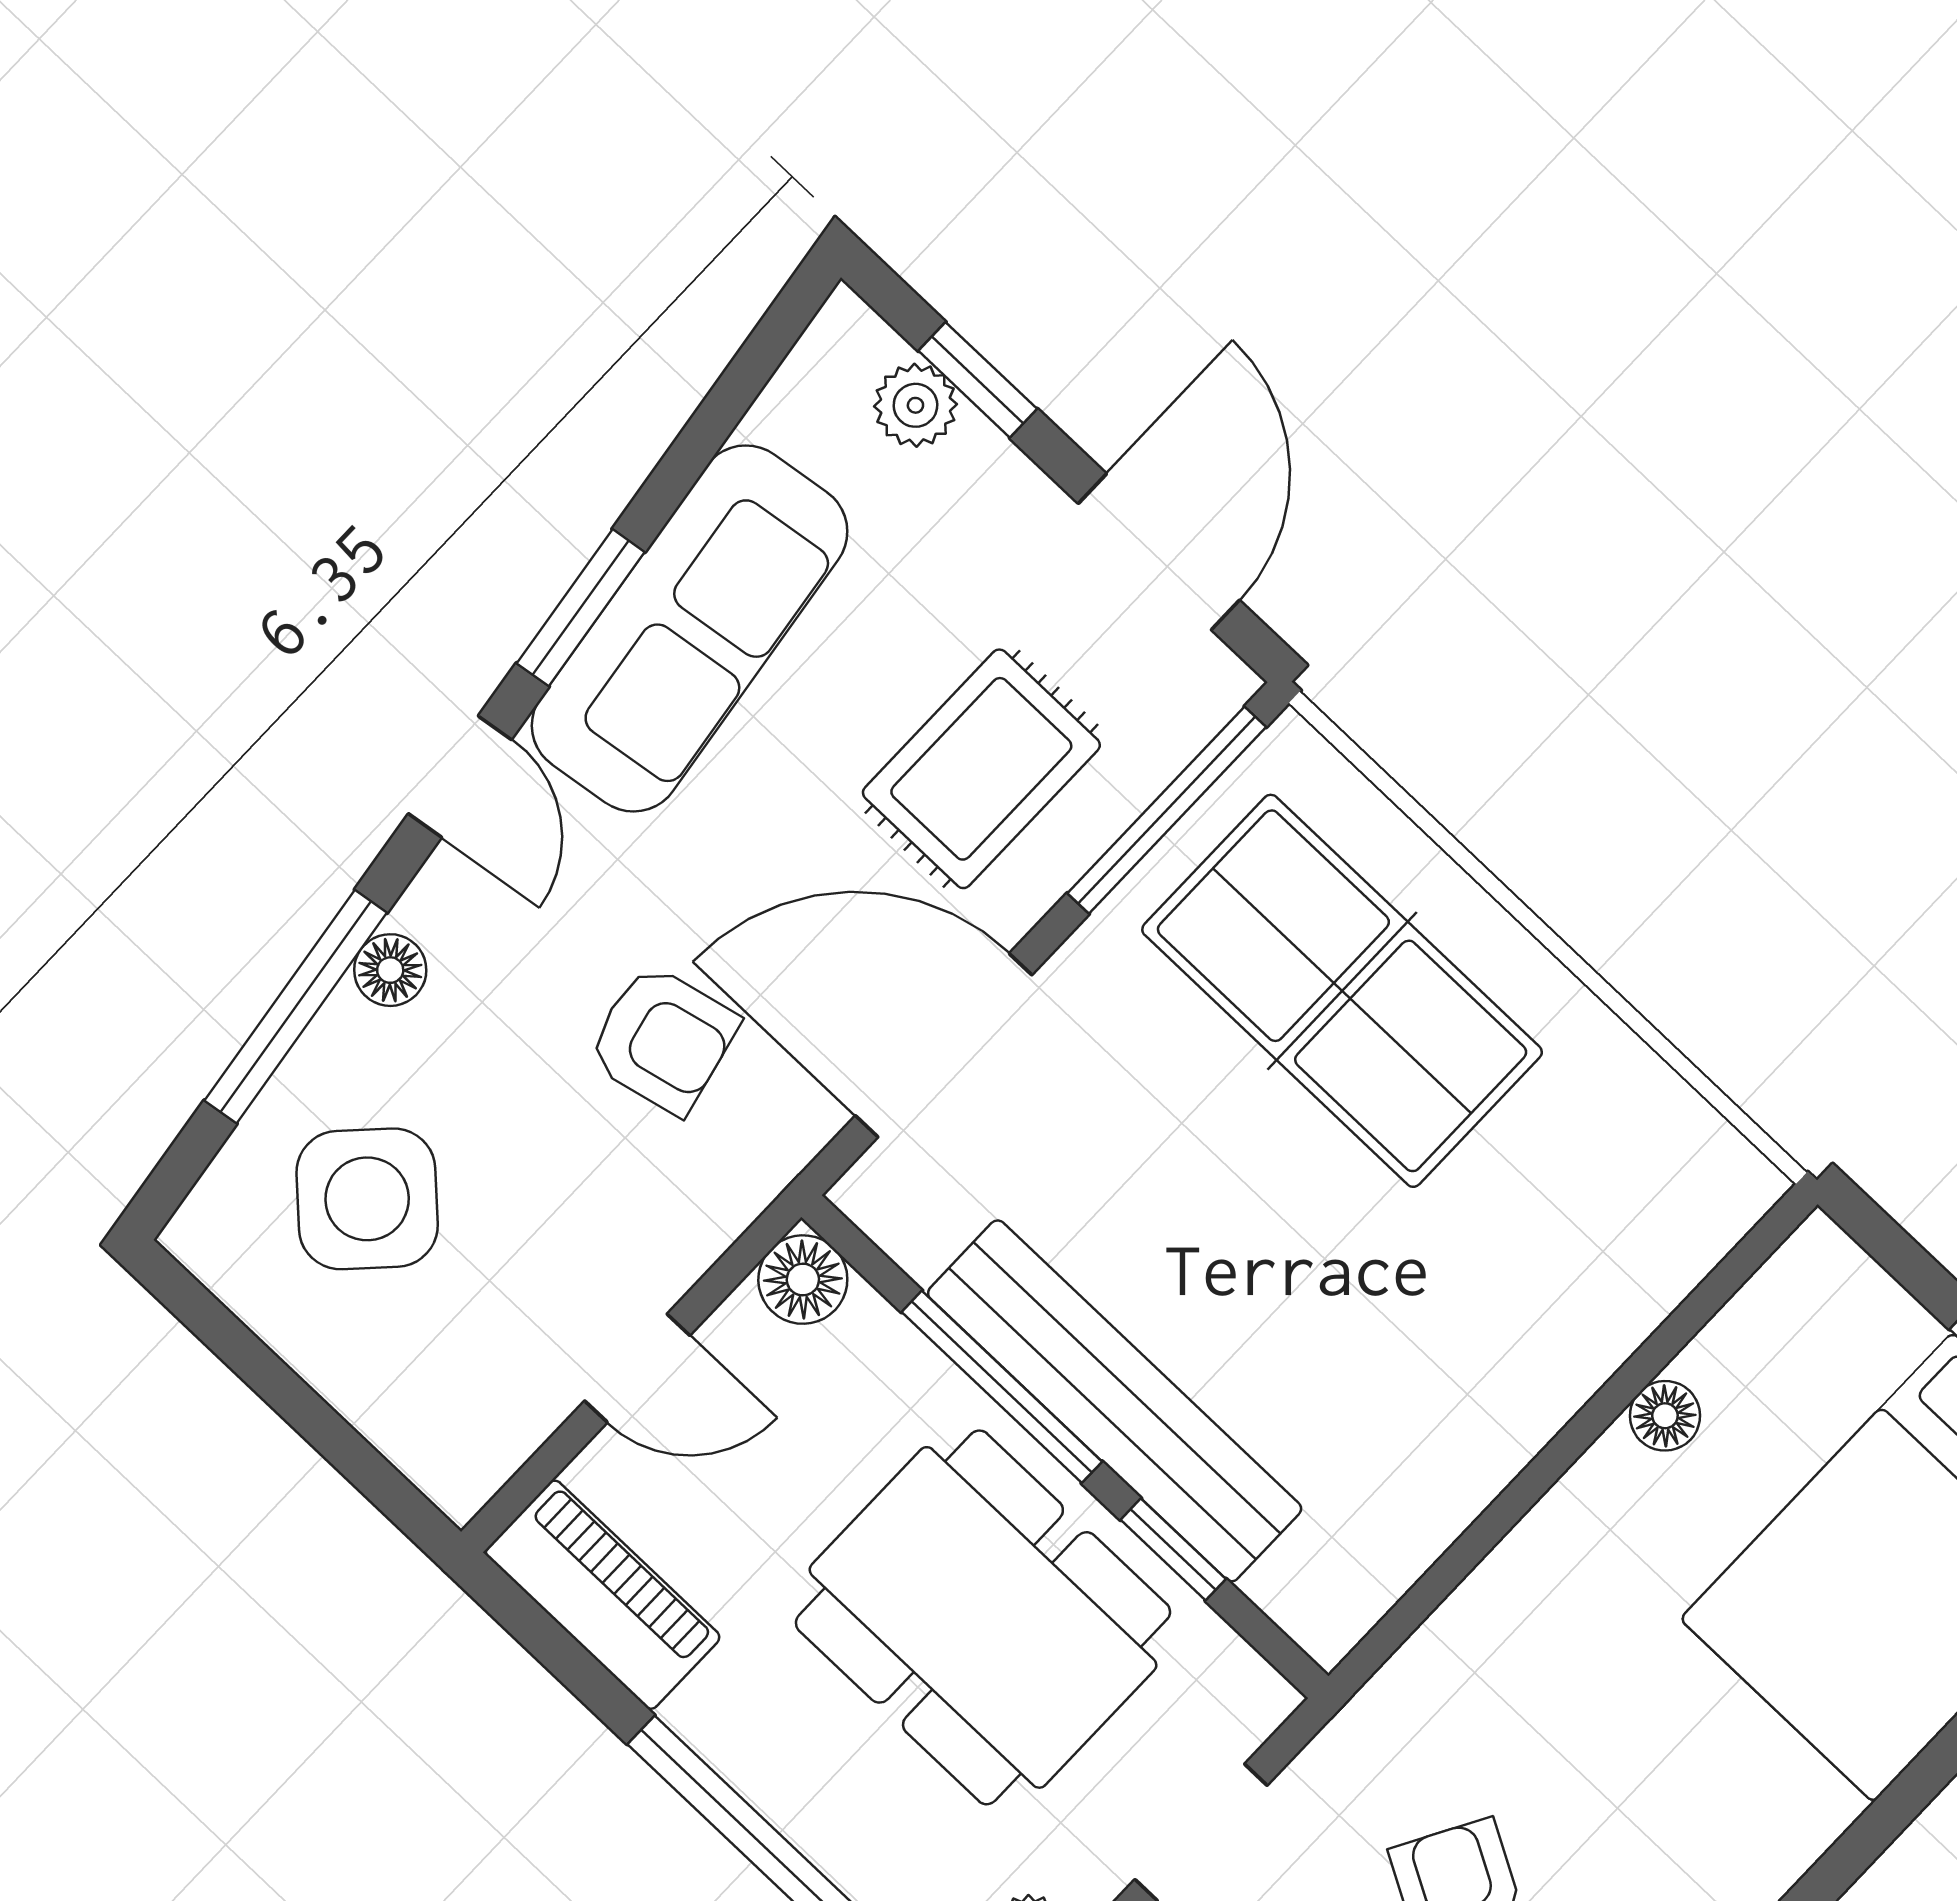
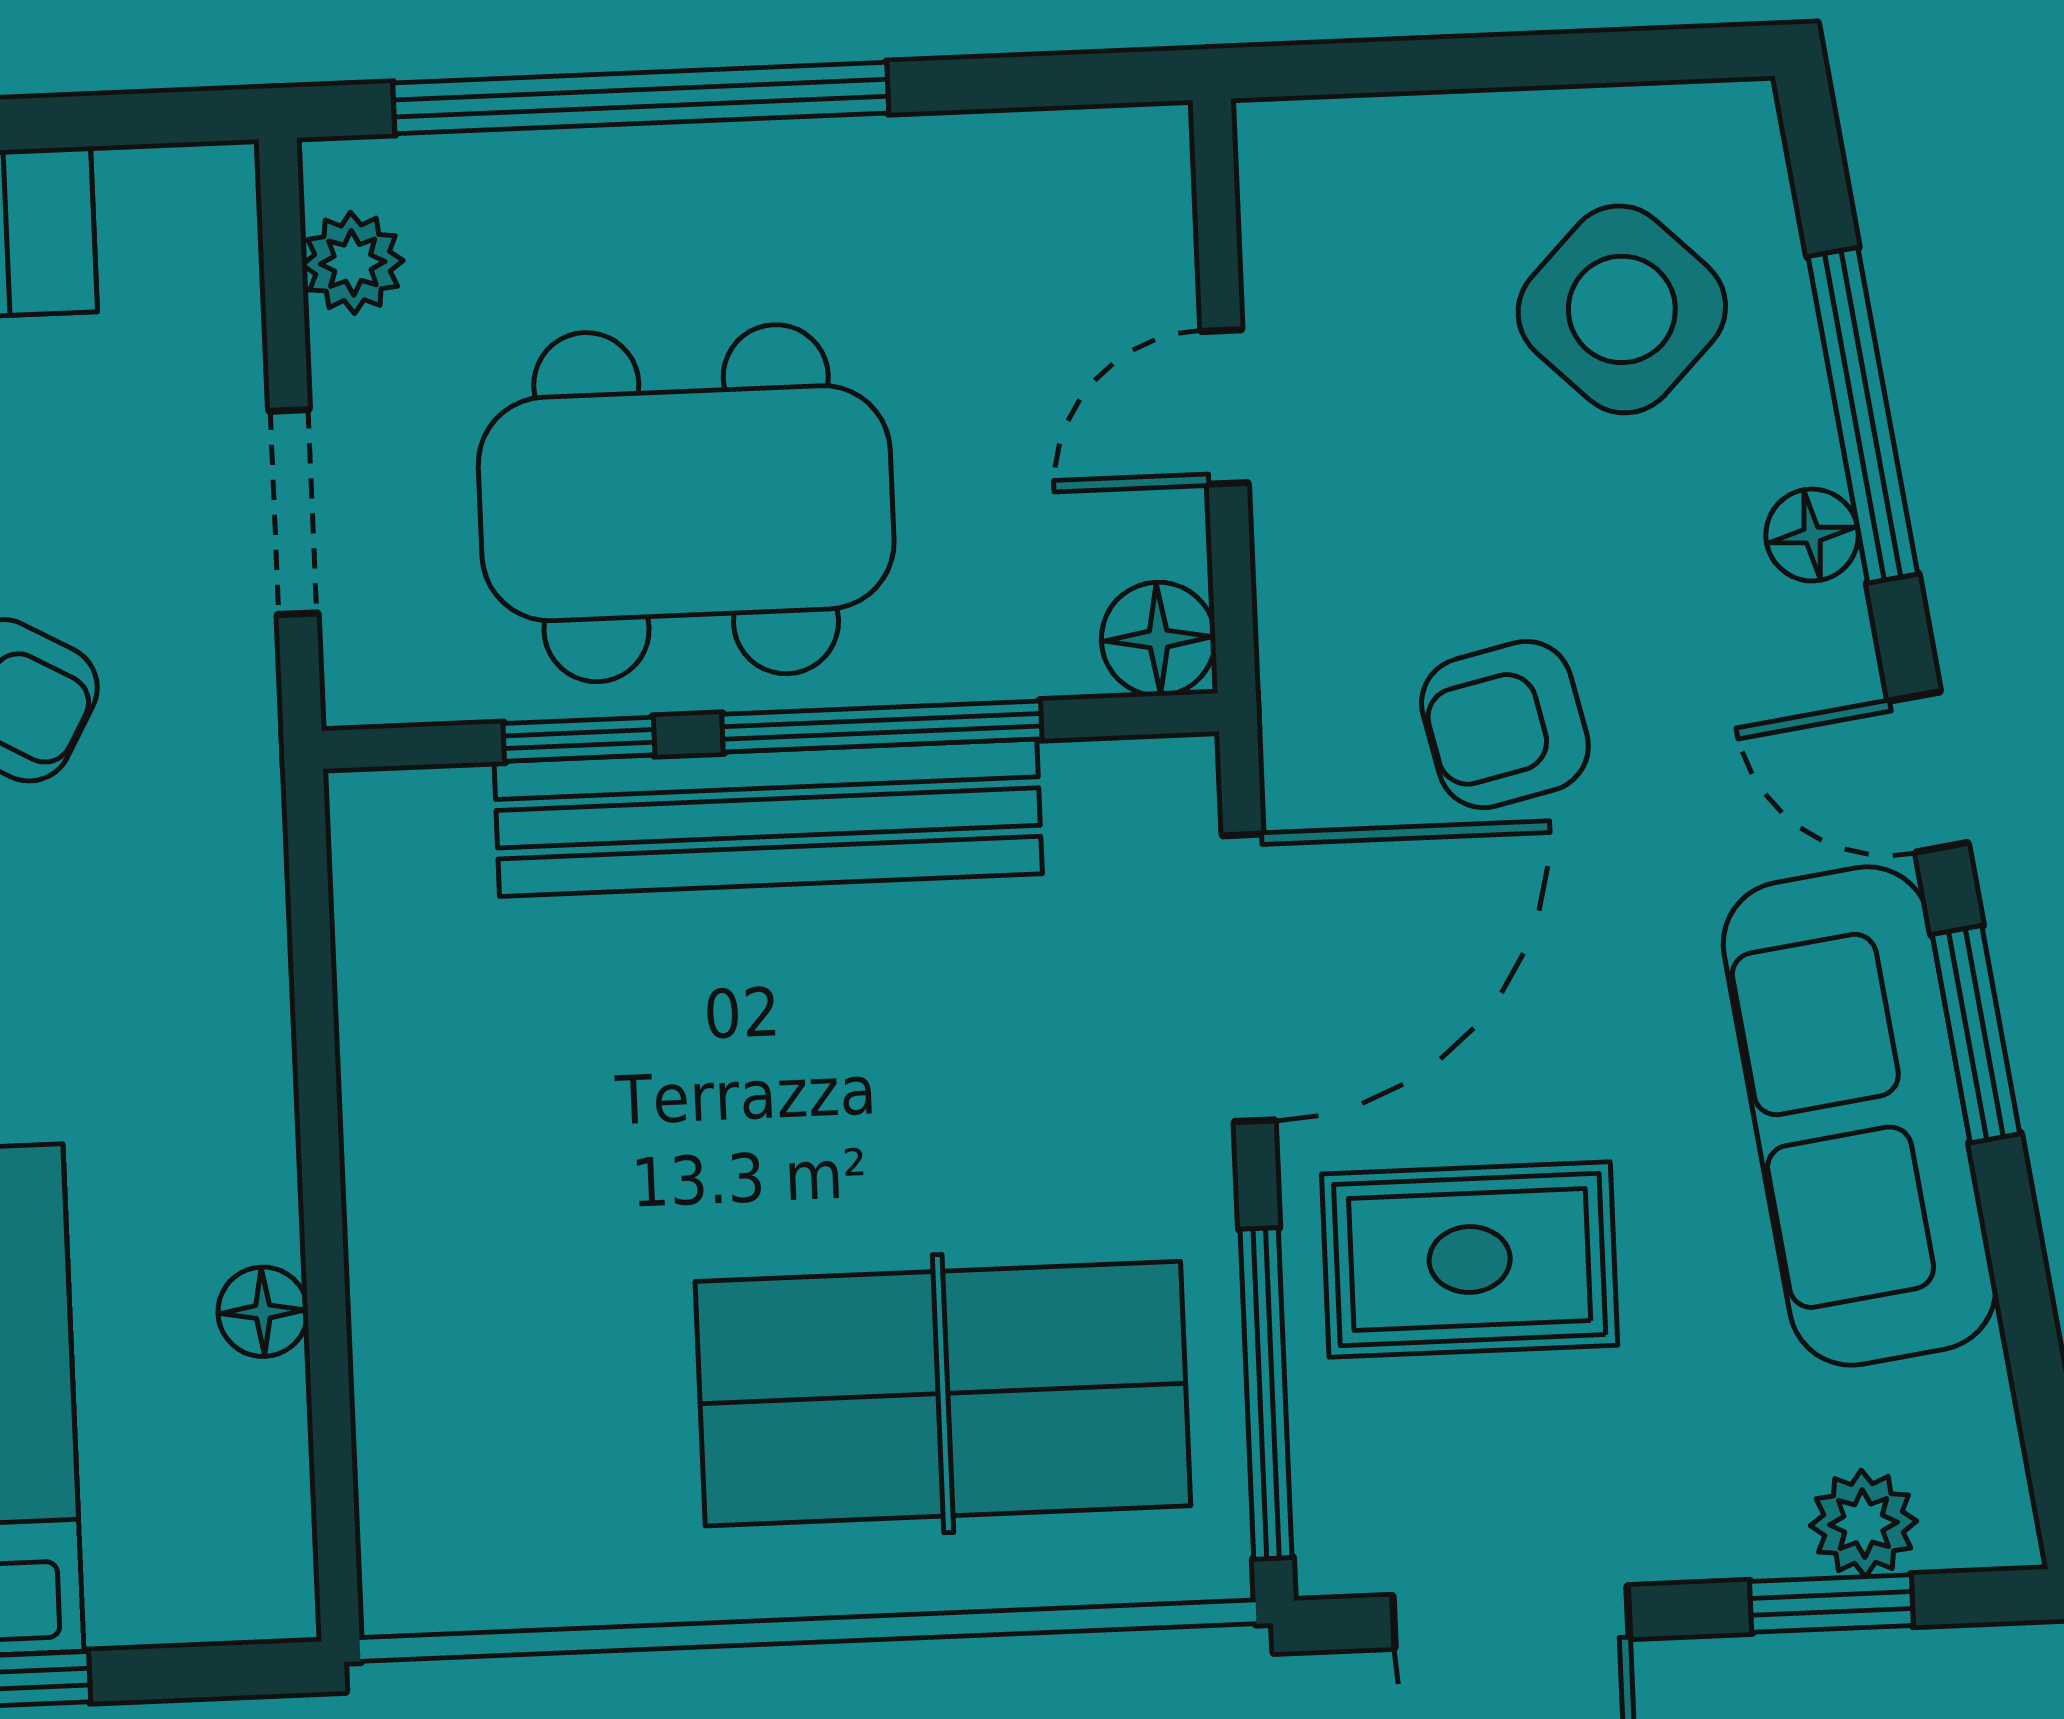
rug: (981, 769) -> (1470, 1260), turned 90
piano: (603, 1595) -> (1047, 173), removed

